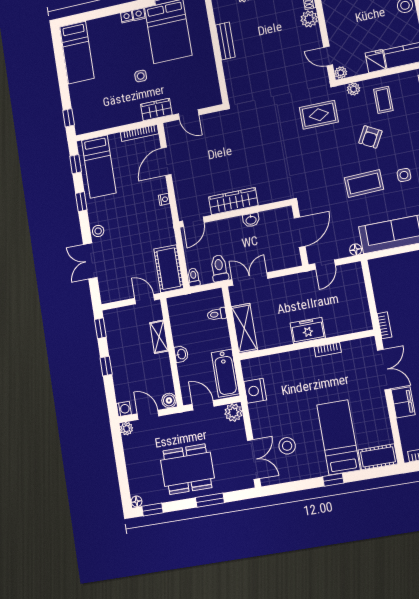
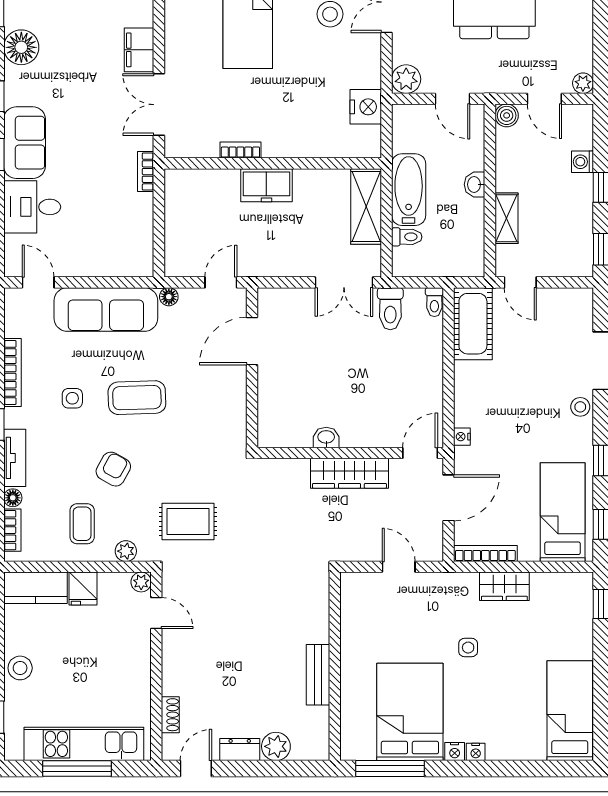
plant: (309, 19) -> (176, 680), removed
wardrobe: (156, 110) -> (504, 586), moved
wardrobe: (233, 201) -> (349, 473), moved
wall: (235, 213) -> (350, 453), moved
washbasin: (251, 220) -> (326, 438), moved
door: (193, 222) -> (420, 453), moved
bathtub: (225, 373) -> (409, 190), moved
washing machine: (124, 409) -> (583, 162), moved

